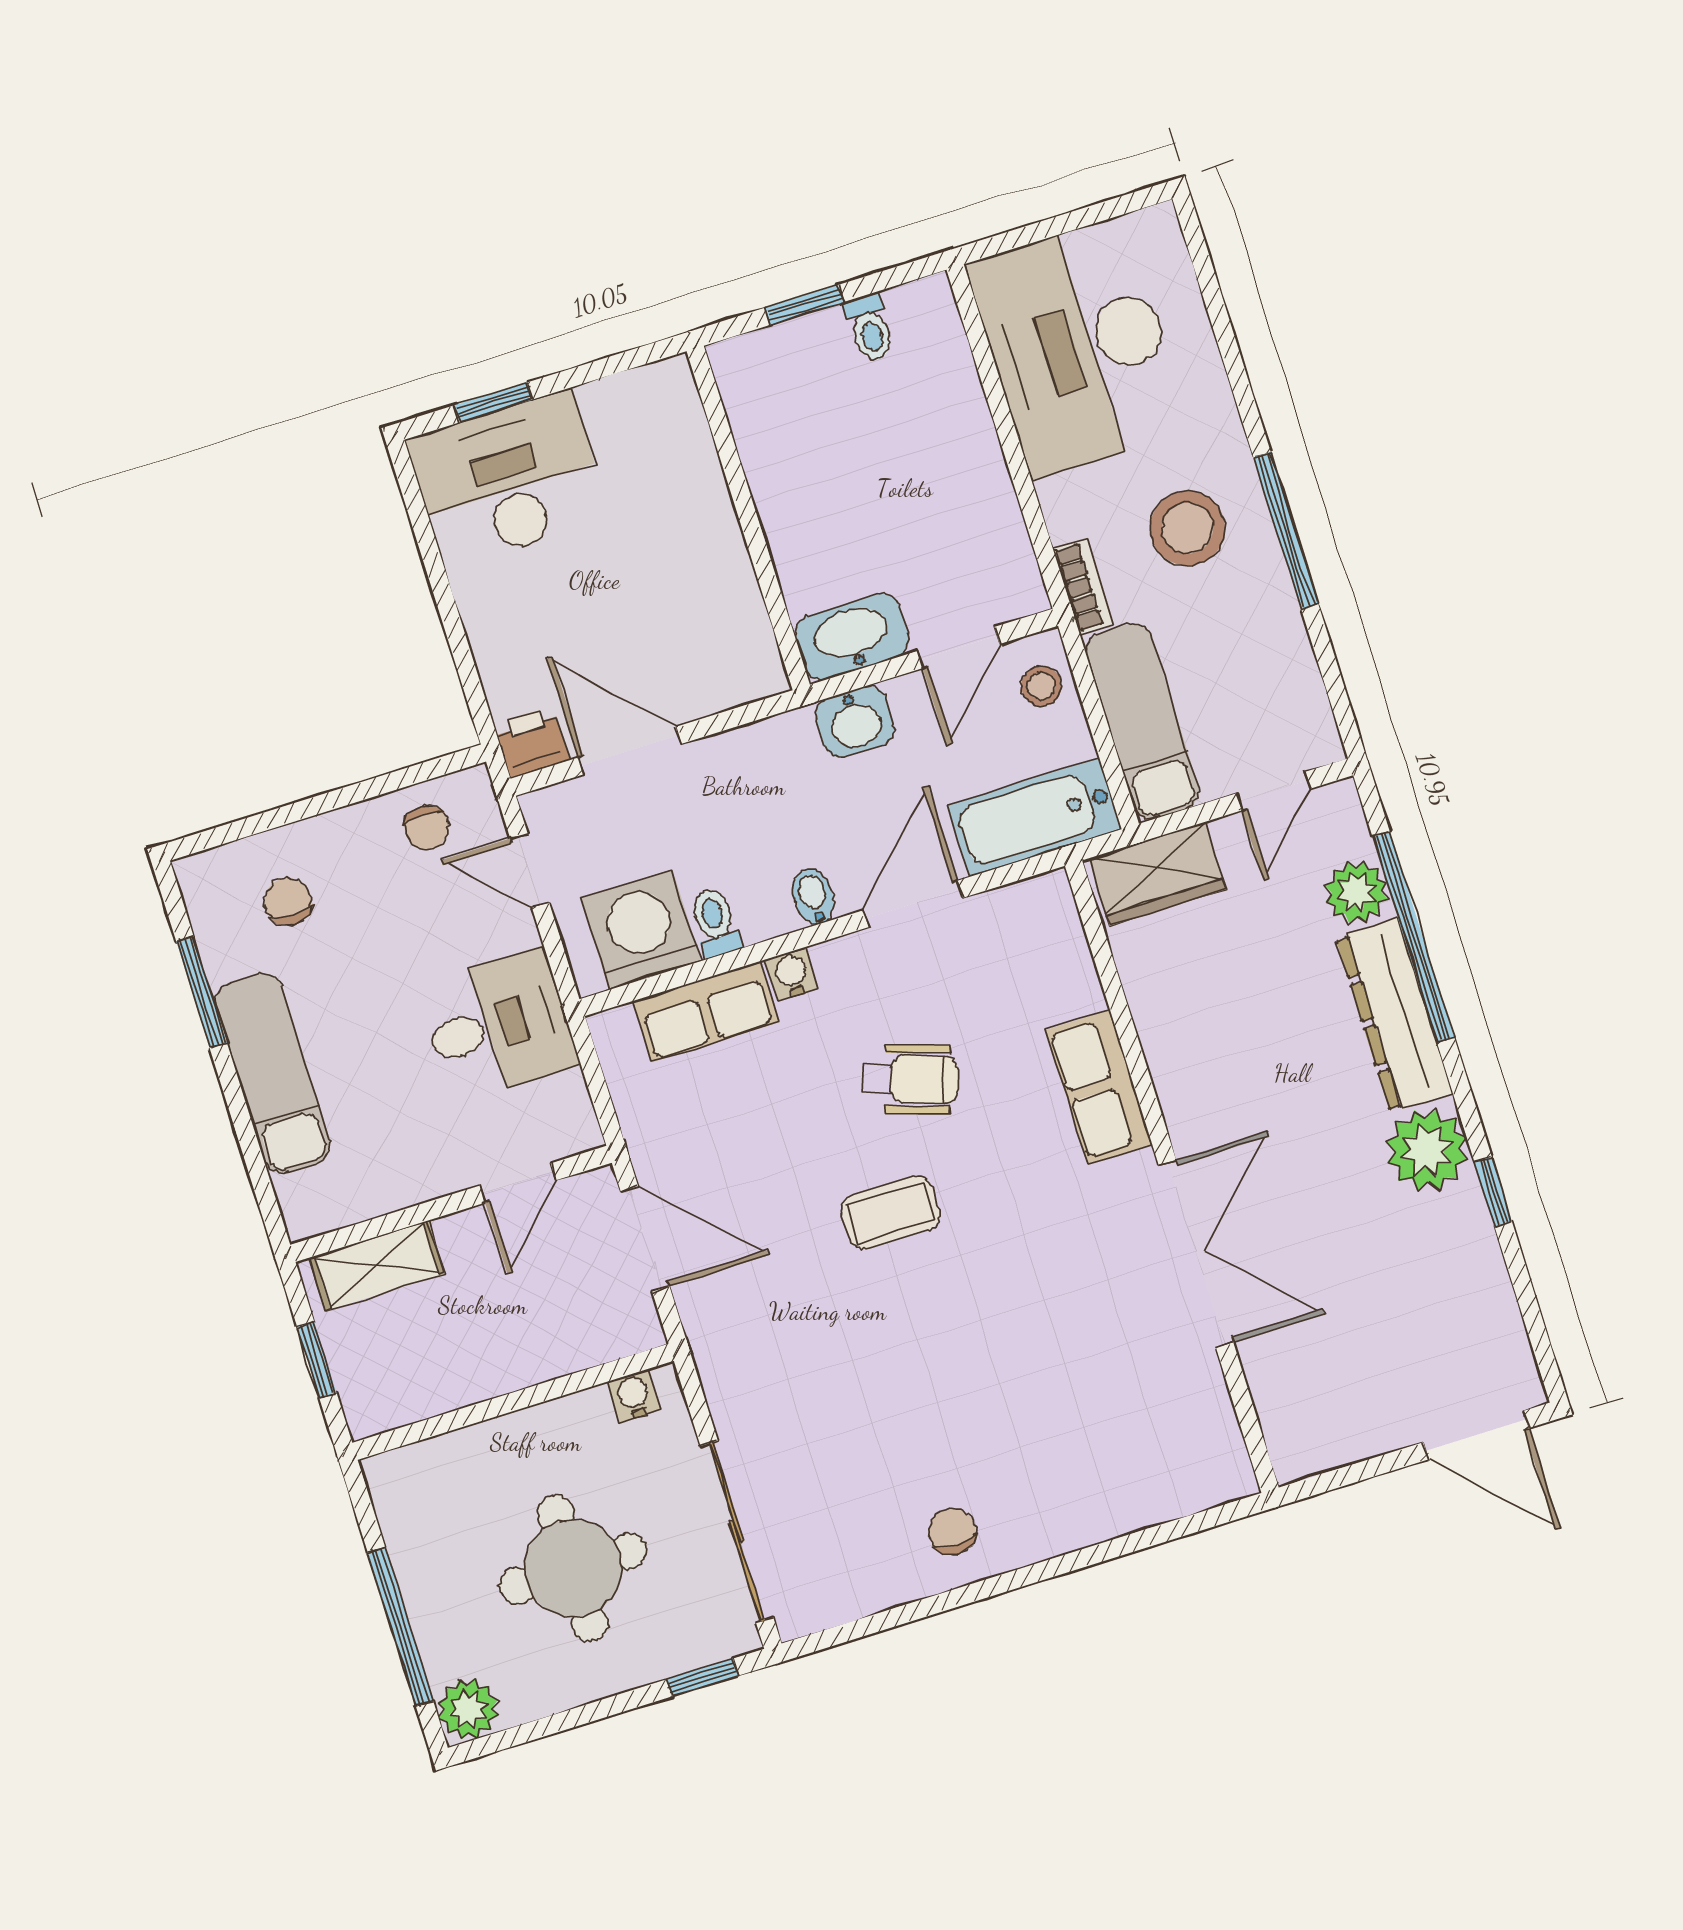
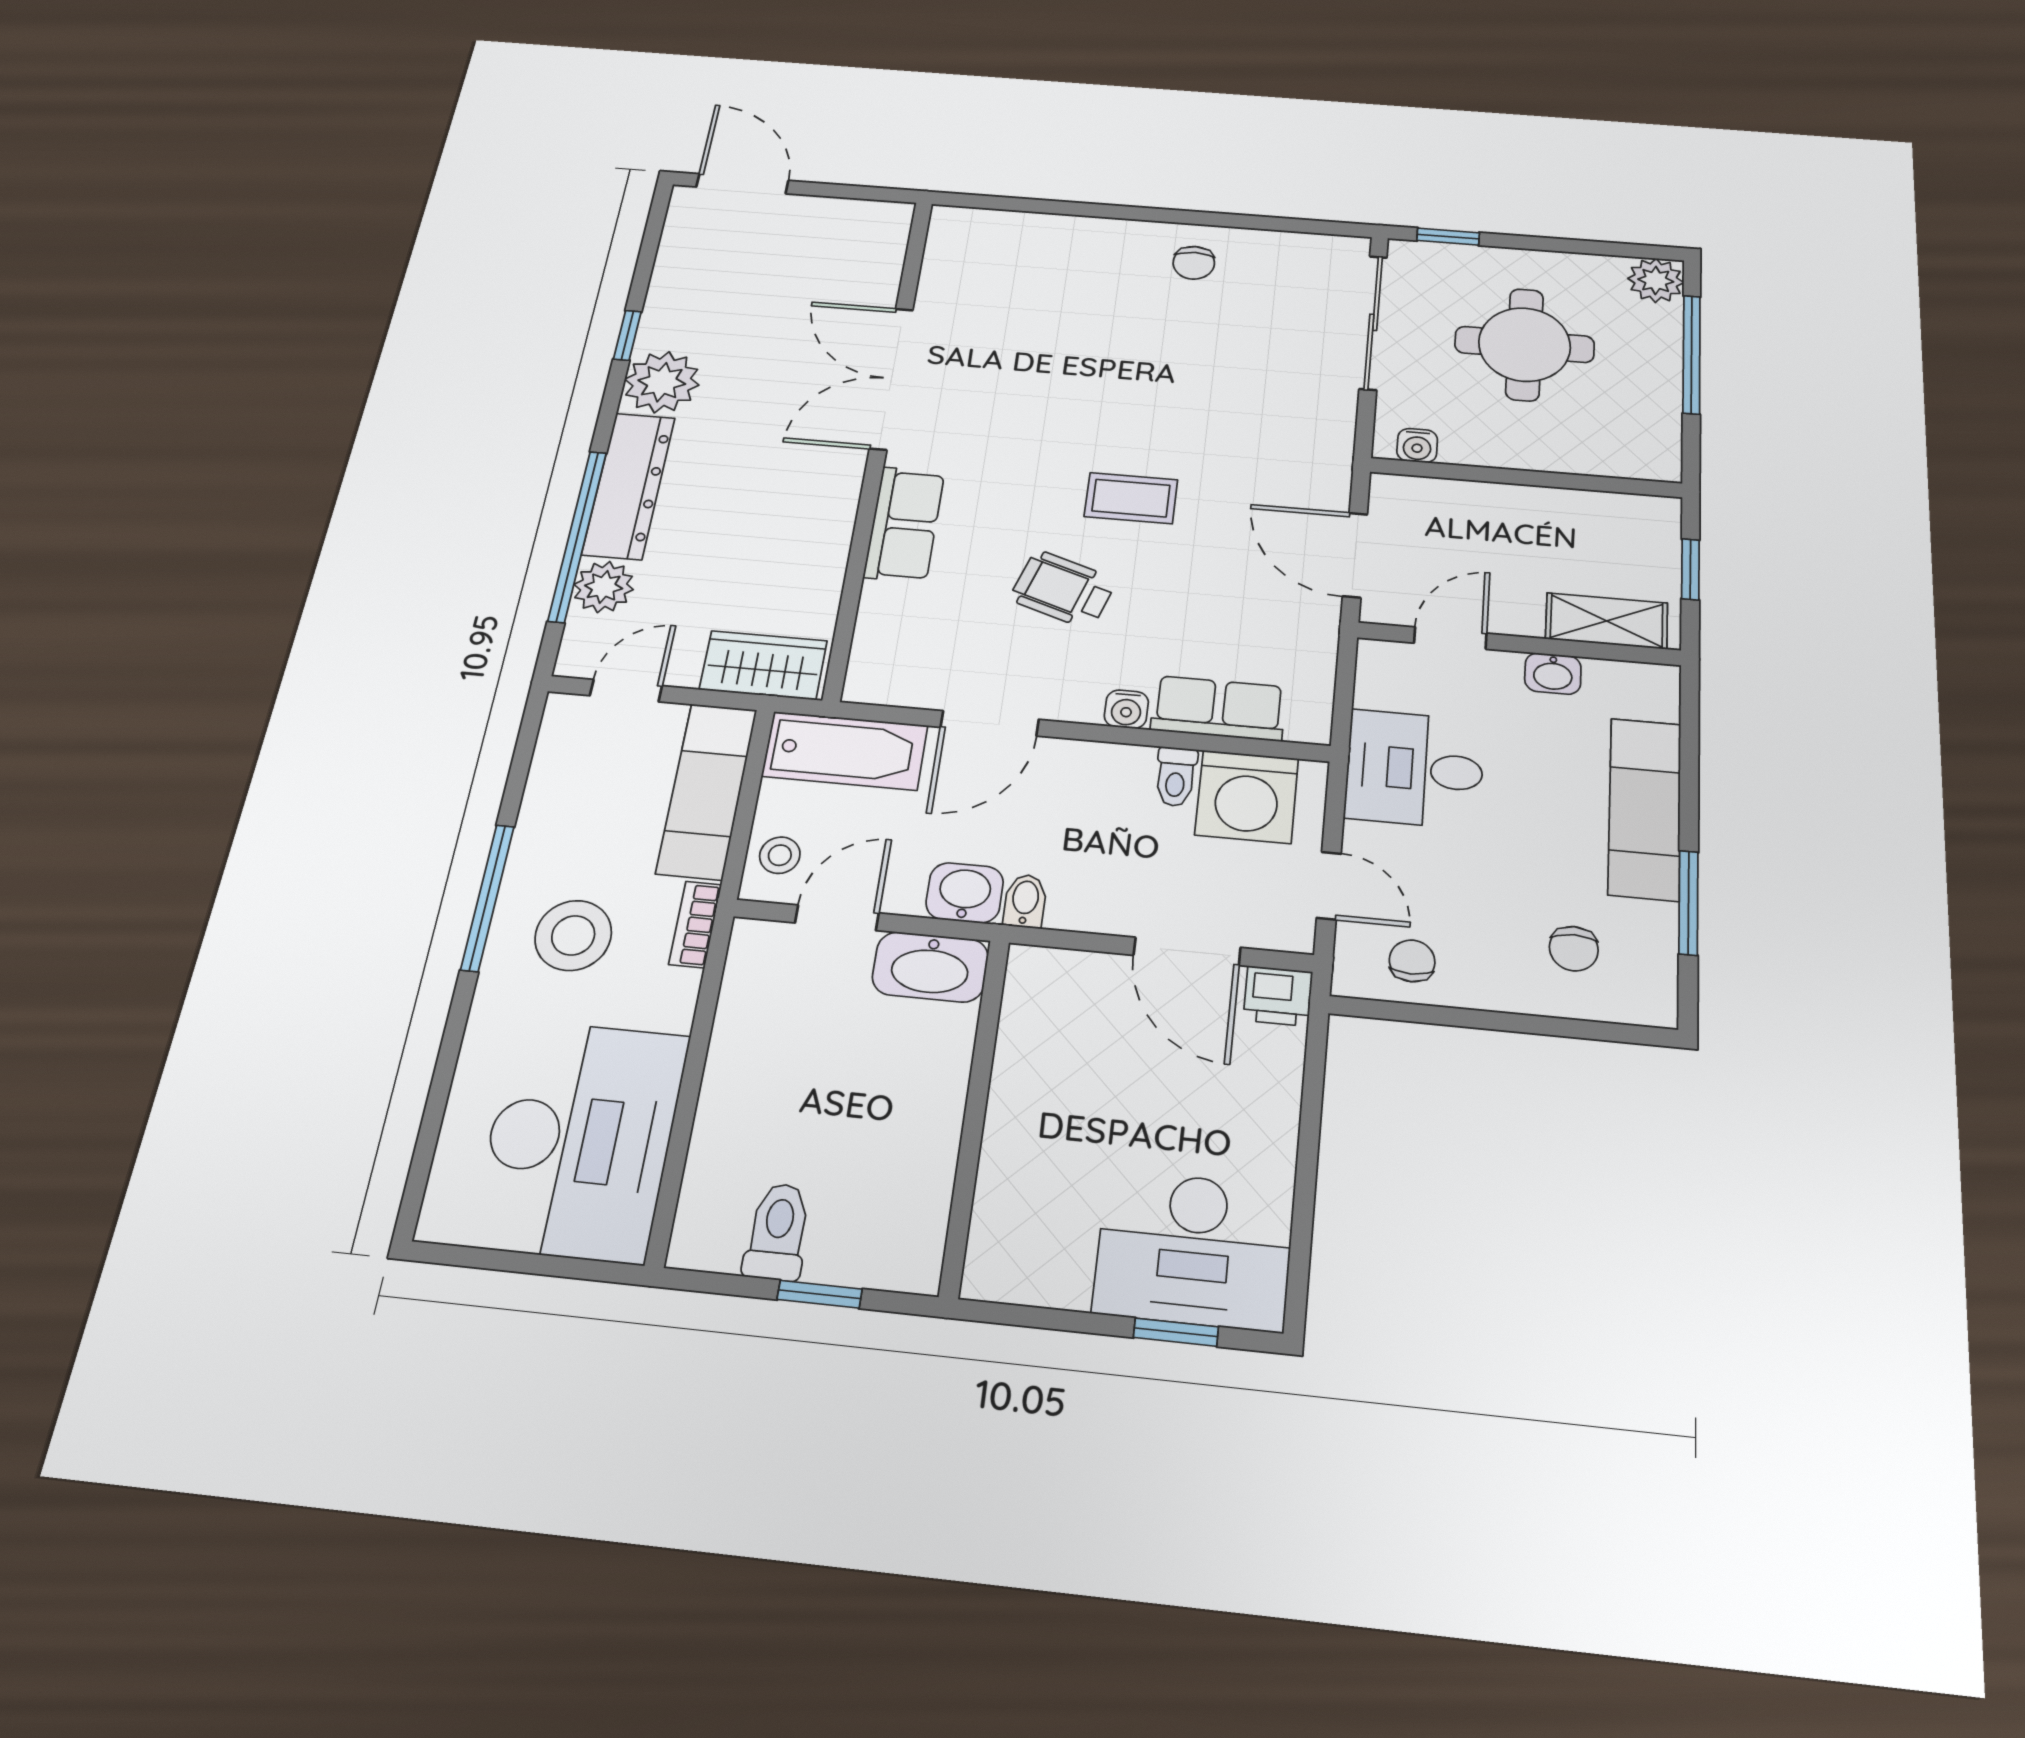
toilet: (870, 328) -> (778, 1232), width x1.37, depth x1.39
bidet: (813, 896) -> (1025, 901), moved, turned 180
washbasin: (407, 1184) -> (1553, 674), added

